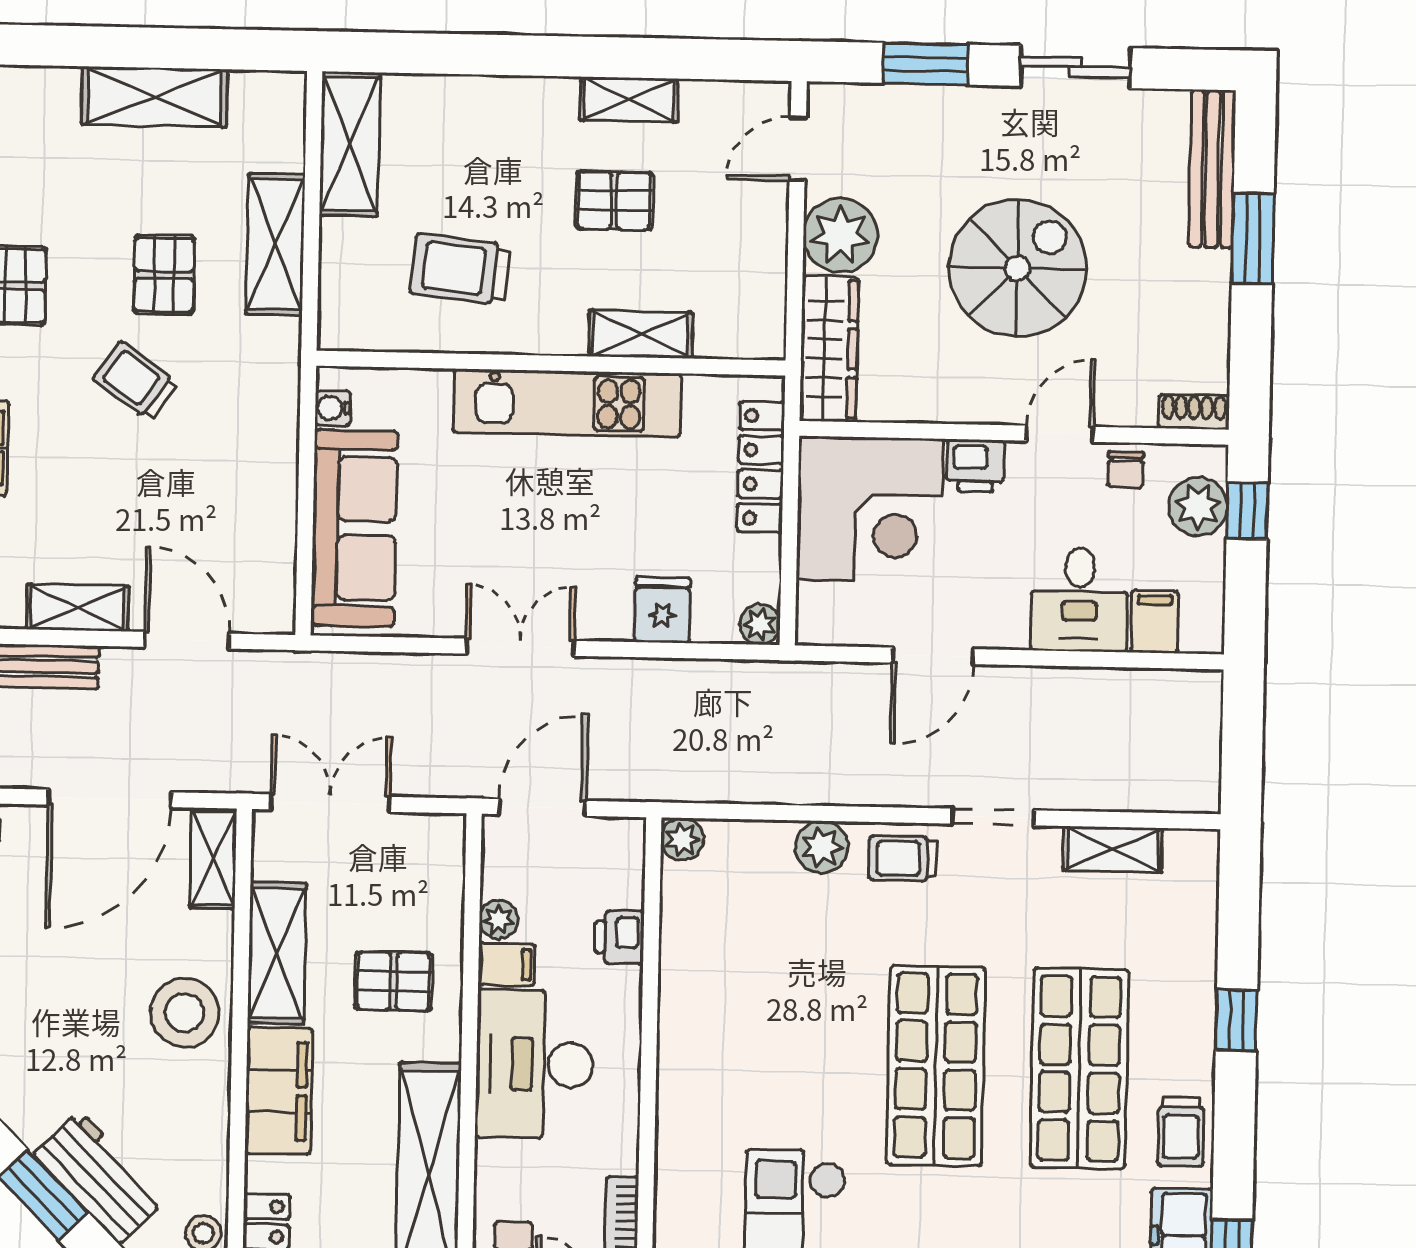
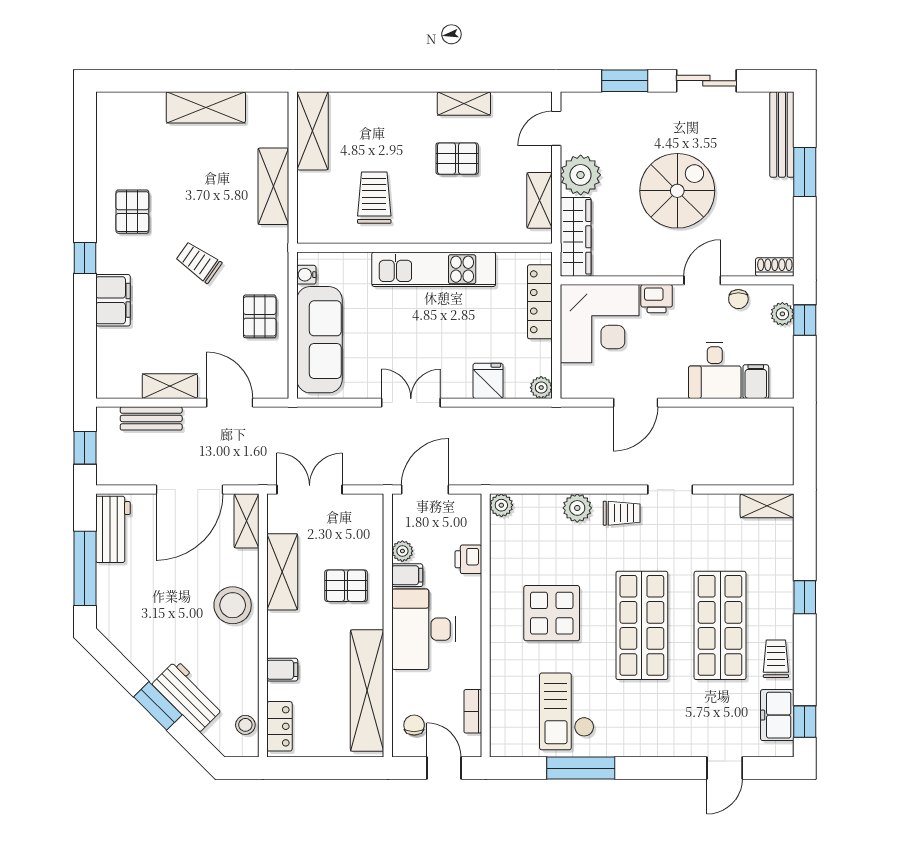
trolley: (460, 269) -> (374, 198), turned 84
pallet: (164, 275) -> (260, 316), moved
shelving: (641, 334) -> (540, 200), moved, turned 90
plant: (1198, 506) -> (782, 314), width x0.73, depth x0.73
shelving: (1113, 849) -> (767, 506), moved
trolley: (903, 858) -> (622, 513), turned 180
display table: (771, 1040) -> (552, 613), added
filing cabinet: (279, 1091) -> (282, 670), width x0.33, depth x0.86
trolley: (1181, 1132) -> (776, 659), turned 180

